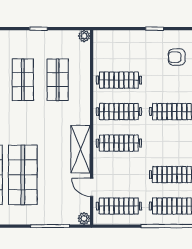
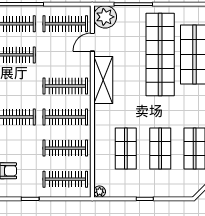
clothes rail: (119, 49) -> (65, 179), added
shop shelf: (23, 175) -> (160, 55), width x1.40
door: (92, 187) -> (92, 42), swing flipped
plant: (84, 218) -> (105, 17), width x1.88, depth x1.88

